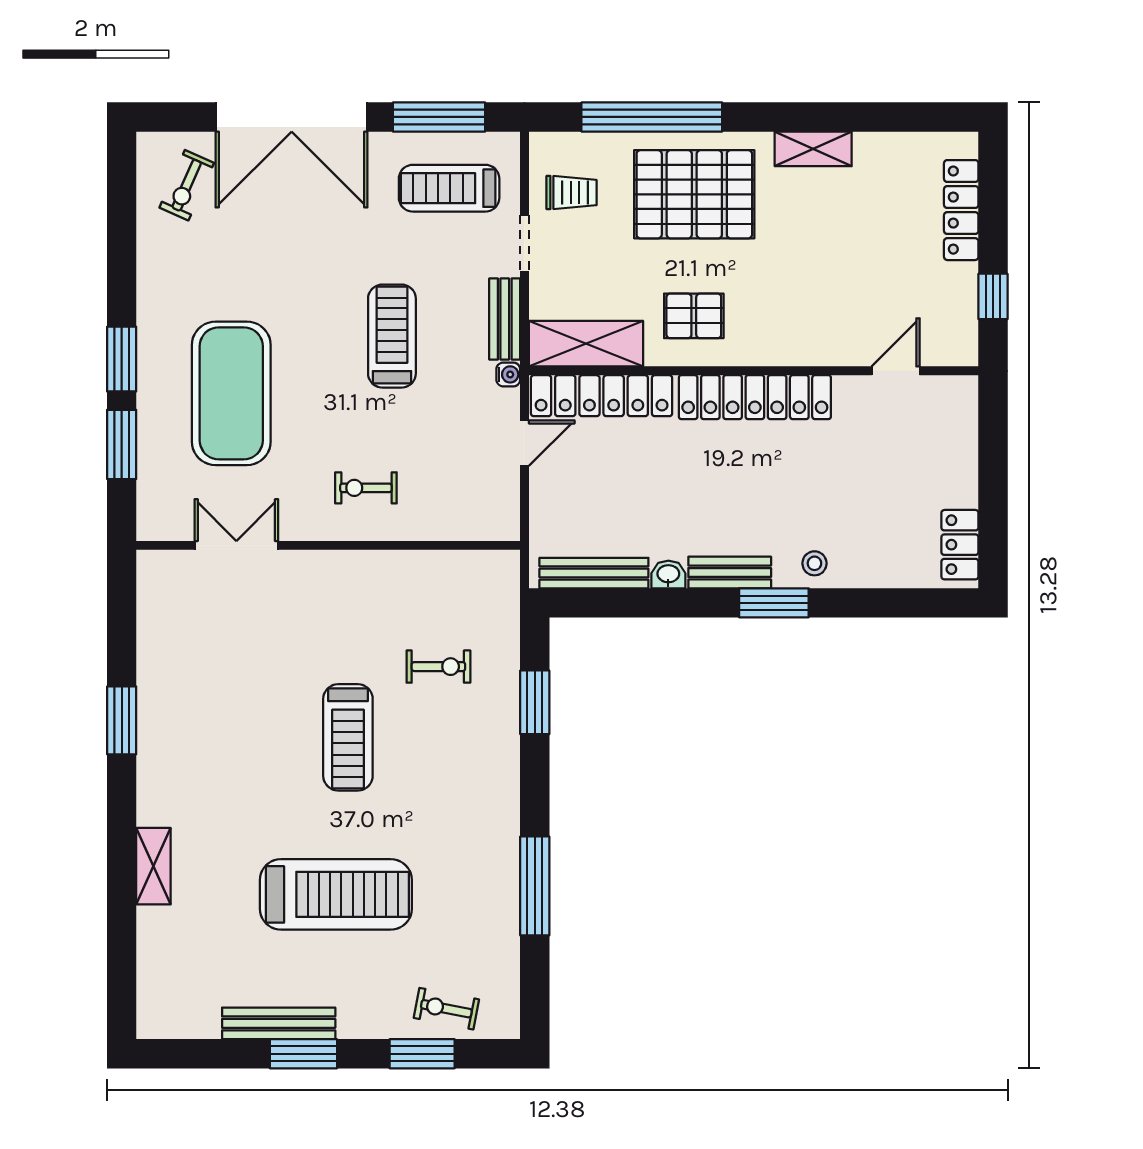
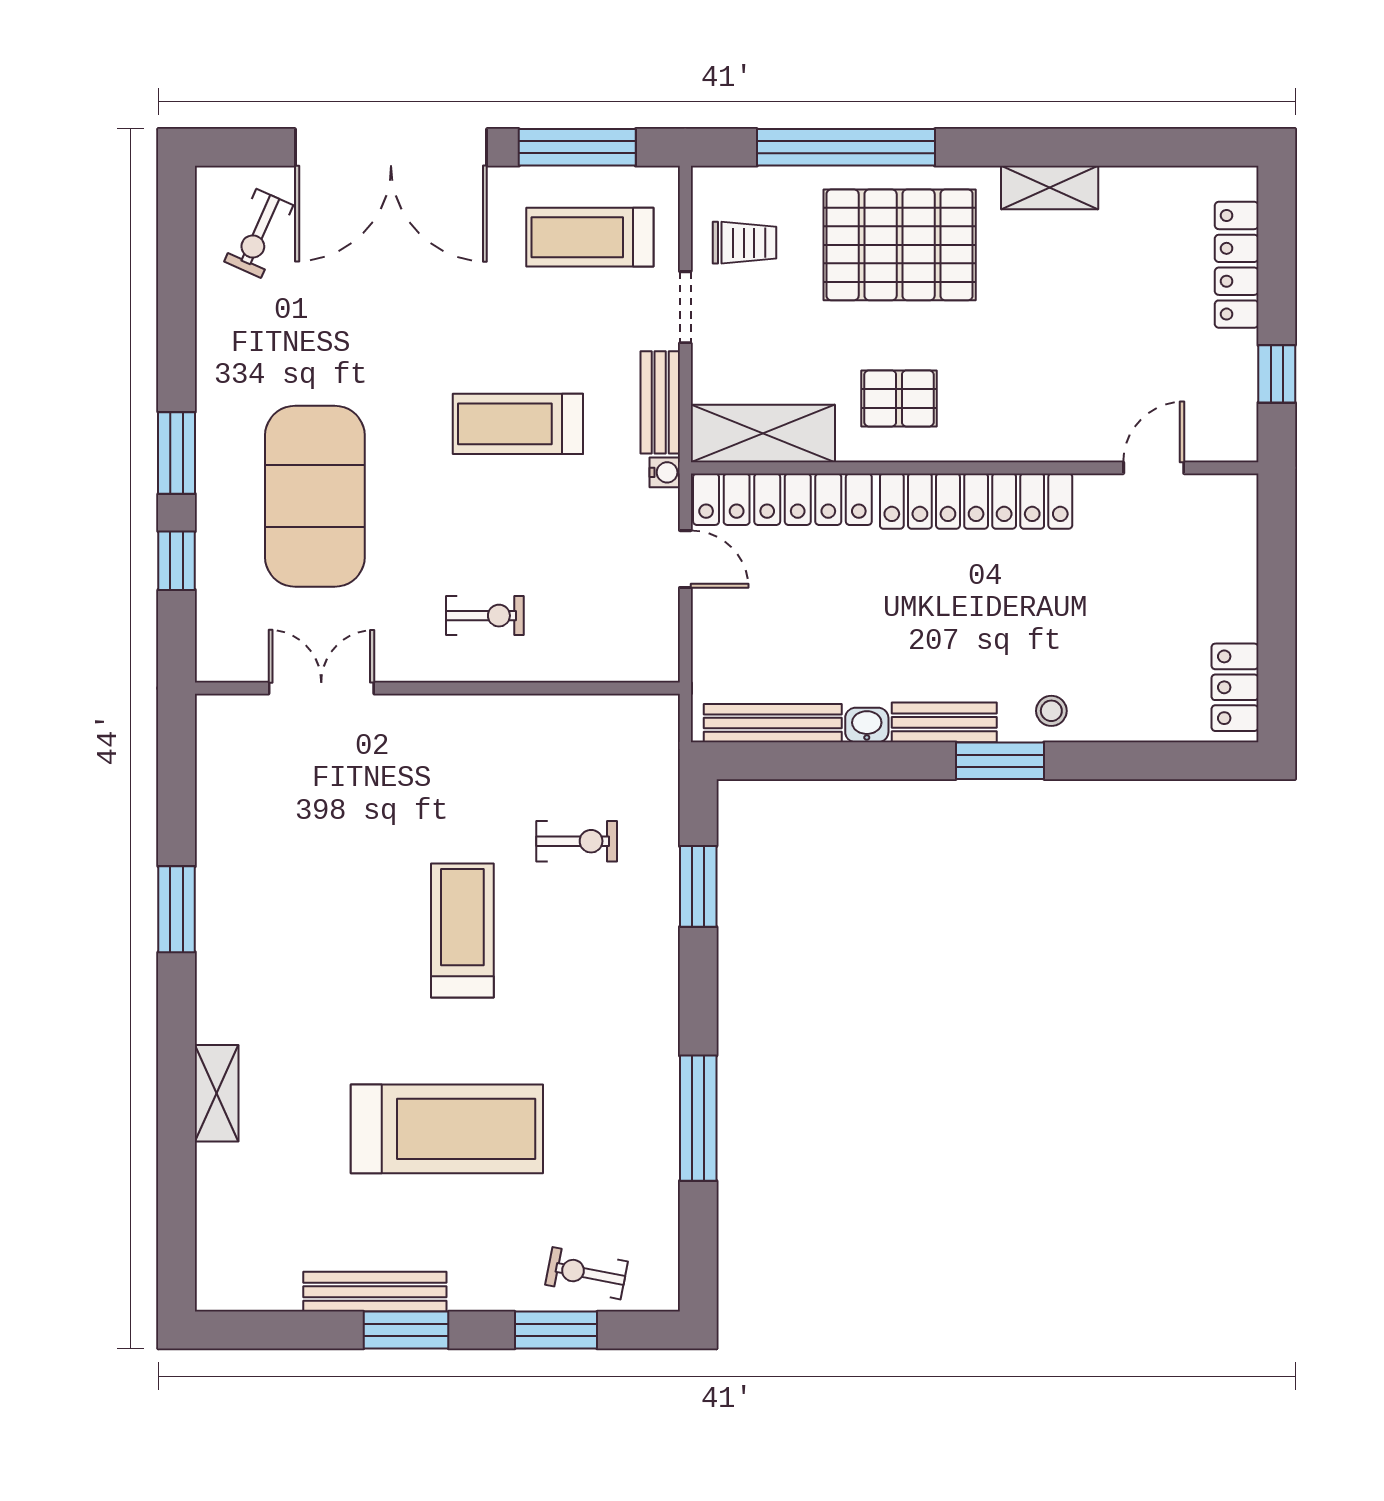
treadmill: (392, 336) -> (518, 424), turned -90
door: (525, 443) -> (685, 559), hinge flipped
window: (122, 444) -> (177, 561), width x0.67
exercise bike: (366, 488) -> (485, 616), turned 180
treadmill: (348, 737) -> (462, 931), turned 180

